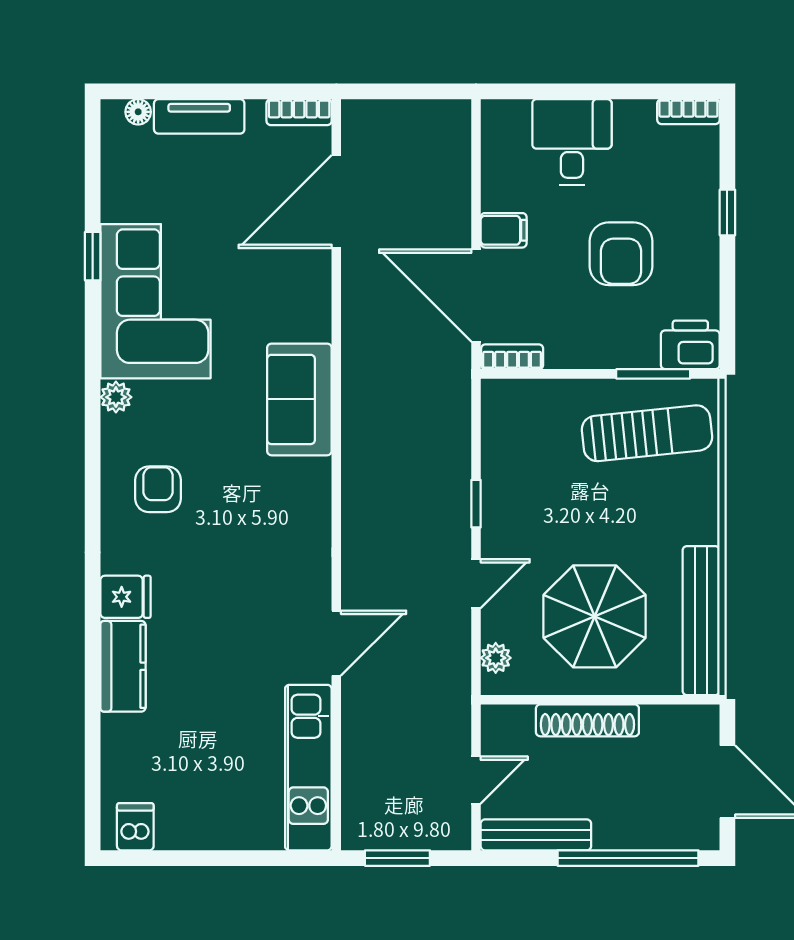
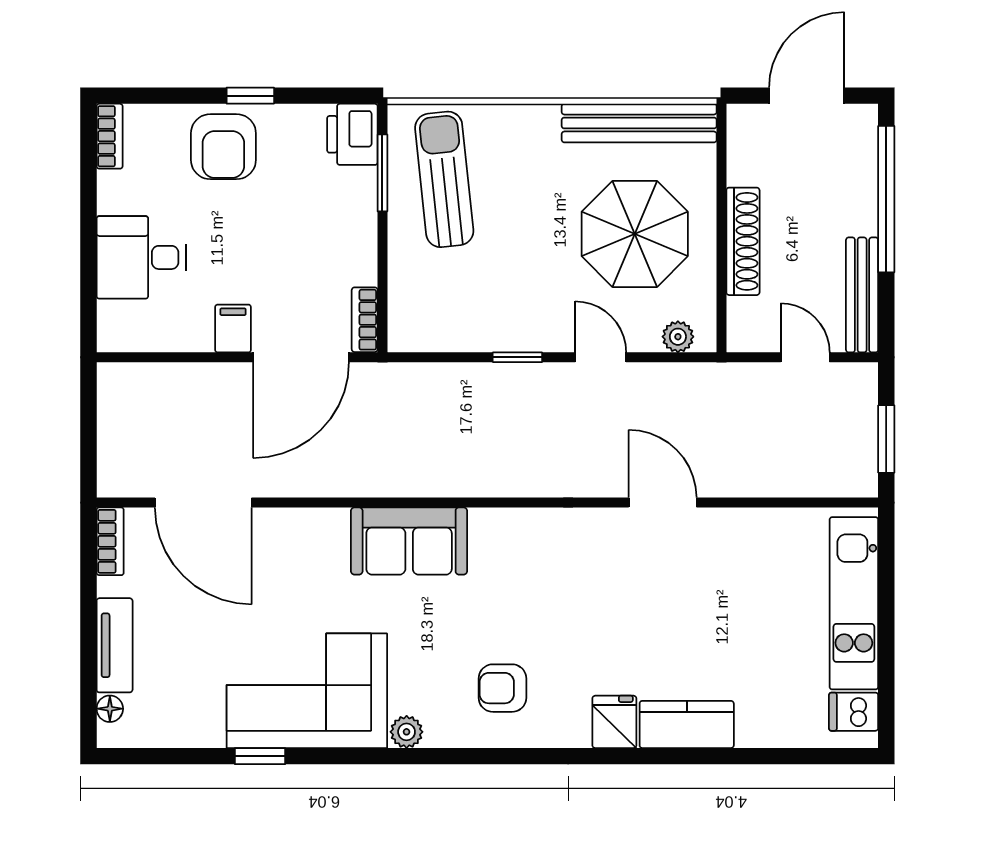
window: (727, 213) -> (250, 96), moved
armchair: (621, 254) -> (223, 147), moved, turned 90
kitchen unit: (308, 768) -> (854, 603), moved, turned 90

